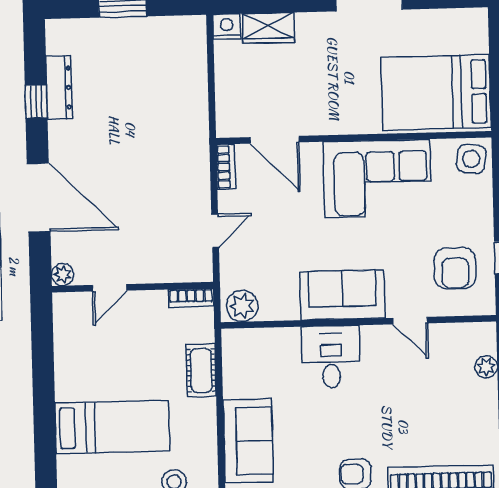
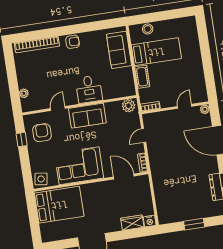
door: (410, 321) -> (58, 108), hinge flipped
bed: (112, 427) -> (156, 52), moved, turned 180

